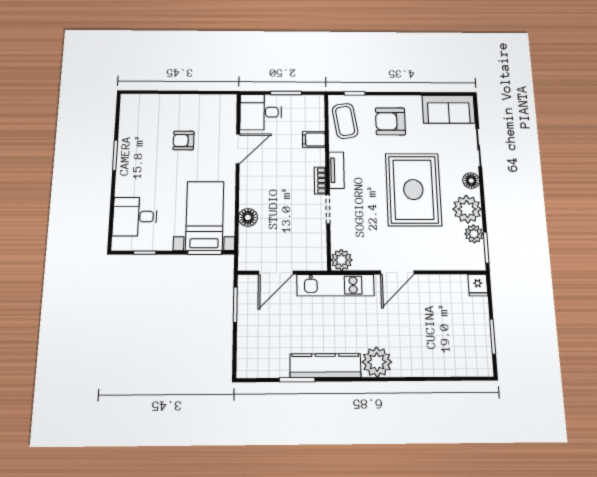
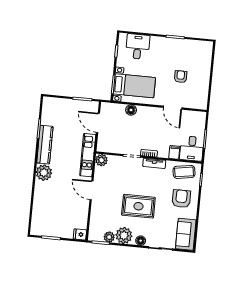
desk: (261, 112) -> (192, 148), moved, turned 180
rug: (413, 190) -> (138, 206), width x0.73, depth x0.69

